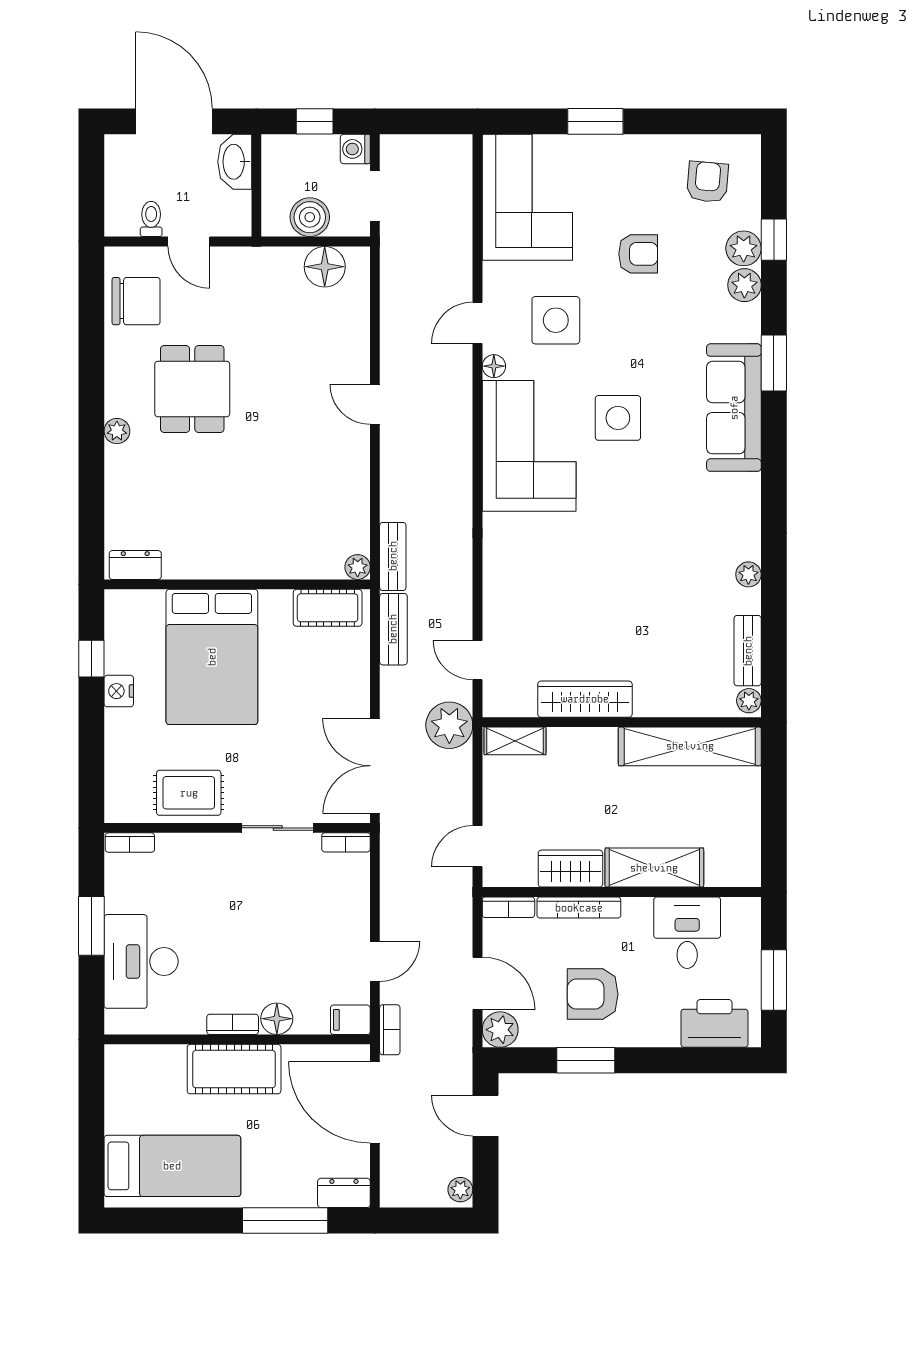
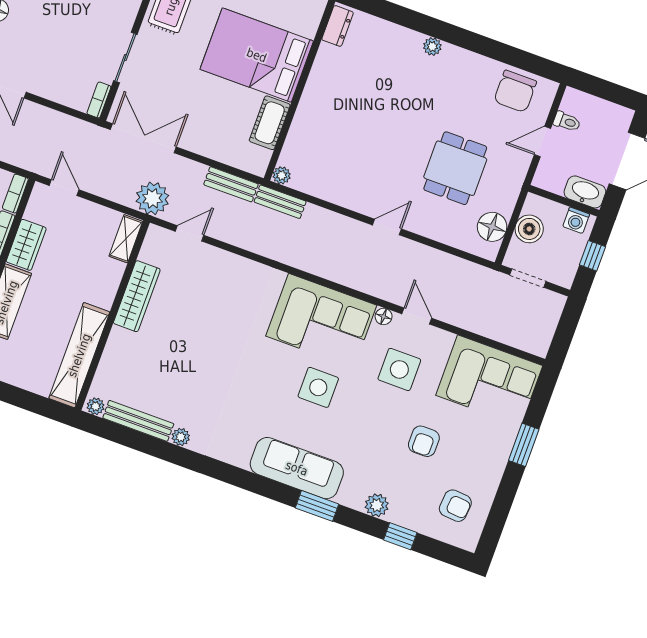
washing machine: (355, 149) -> (576, 220), moved, turned 180
plant: (744, 248) -> (402, 514), removed
dining table: (192, 389) -> (455, 168), moved, turned 90
cot: (328, 608) -> (270, 123), moved
bench: (748, 651) -> (138, 421), width x1.36

